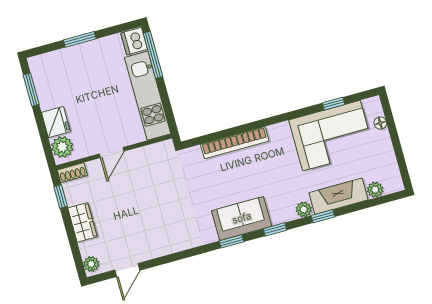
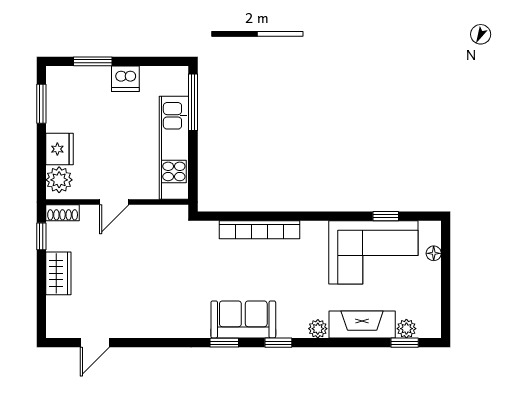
window: (80, 39) -> (93, 61), moved
dishwasher: (134, 41) -> (125, 79), moved, turned -90
window: (323, 216) -> (405, 343), moved
plant: (91, 264) -> (55, 324), removed

